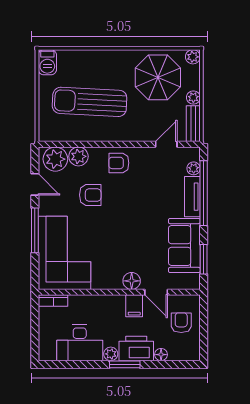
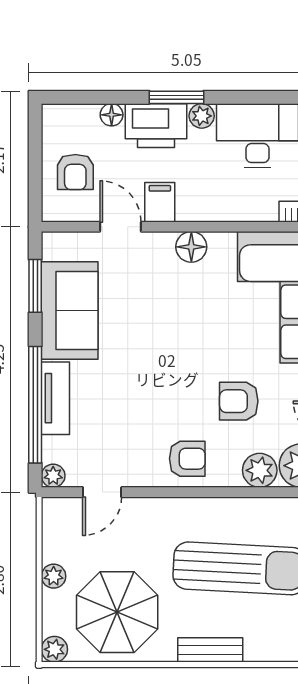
bench: (193, 124) -> (210, 650), moved, turned 90
plant: (194, 168) -> (53, 476), moved
floor lamp: (132, 281) -> (191, 247), moved

